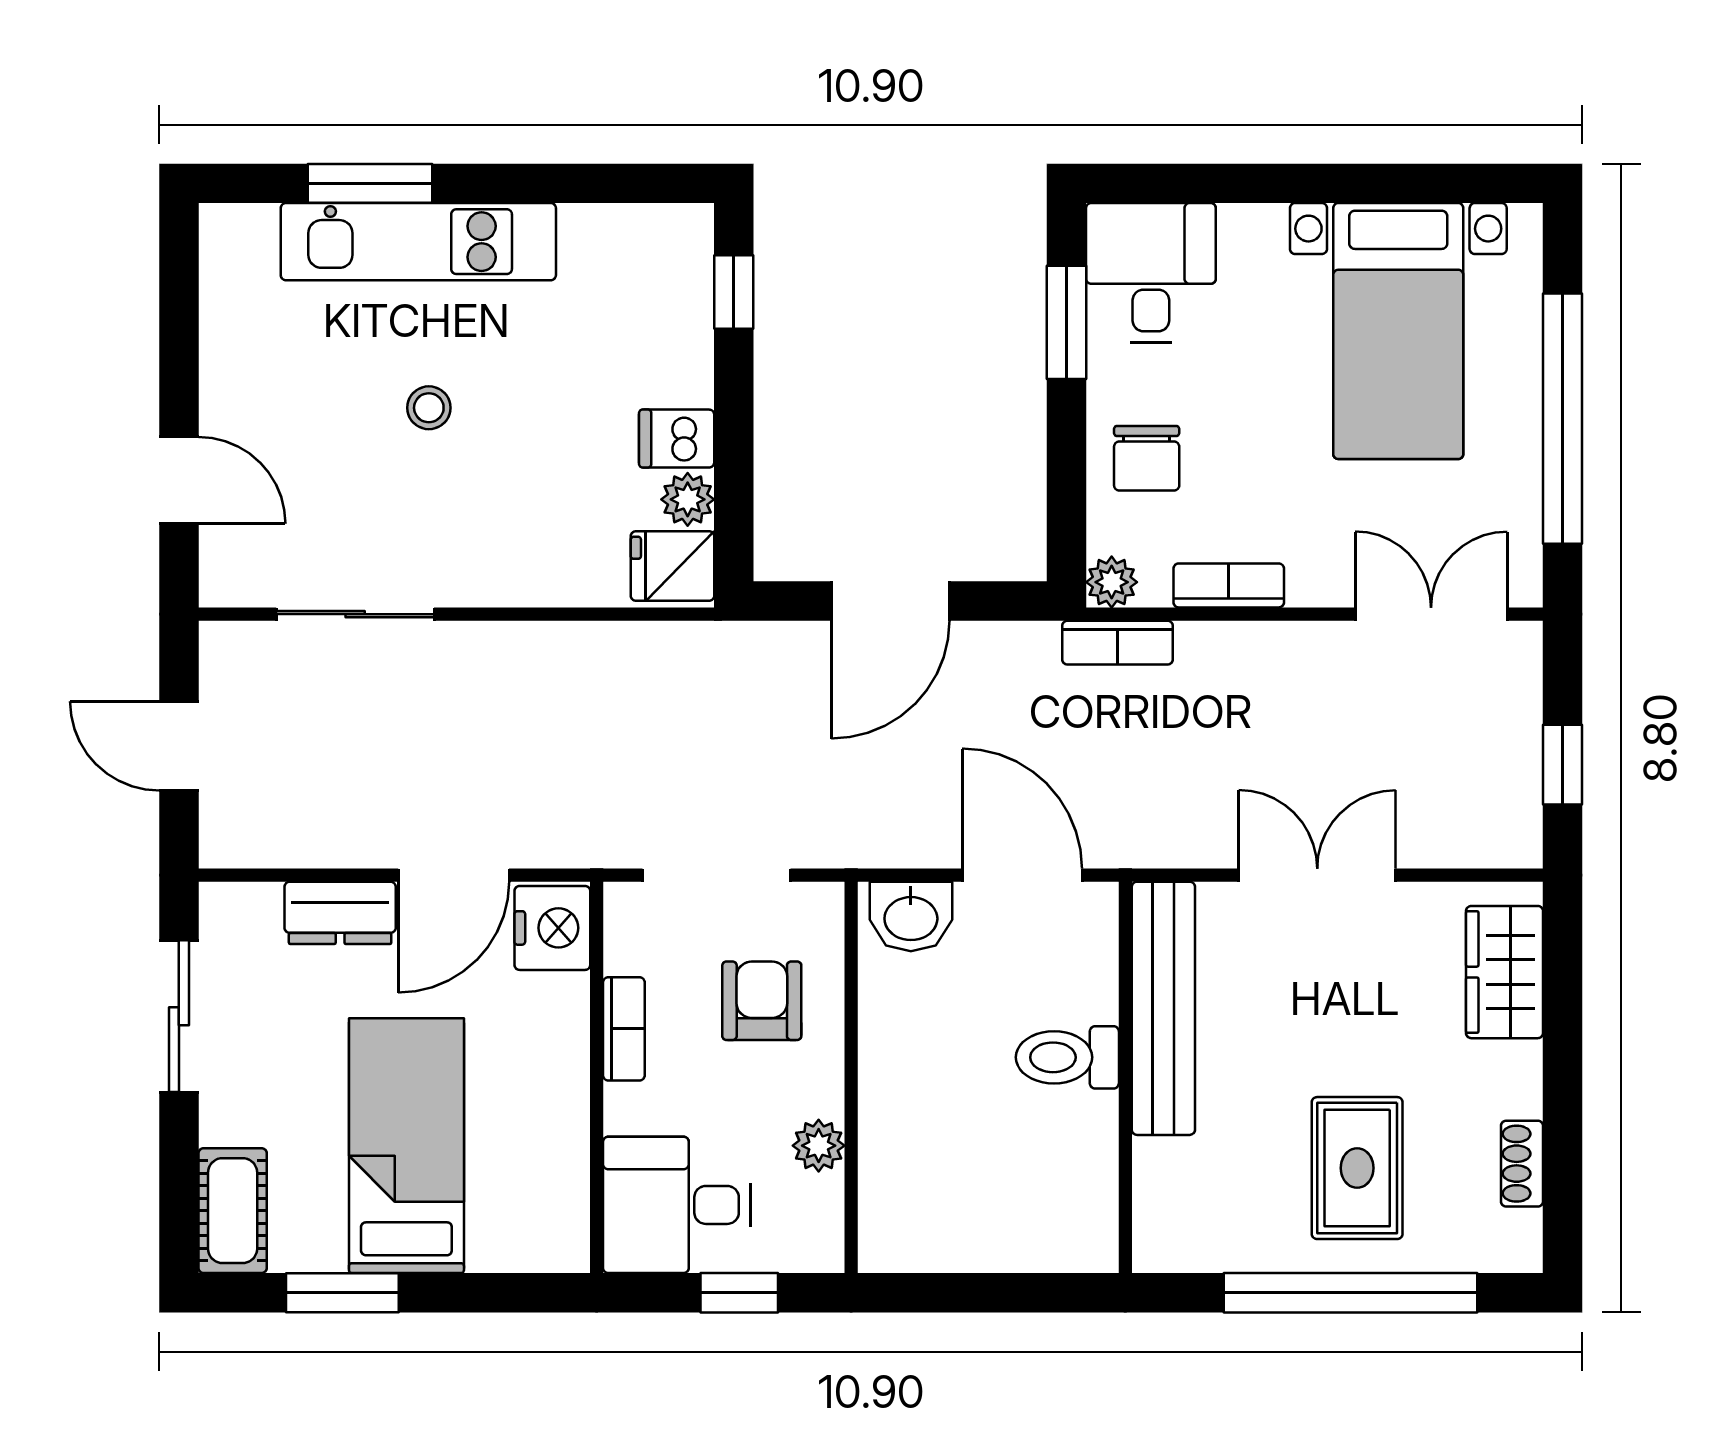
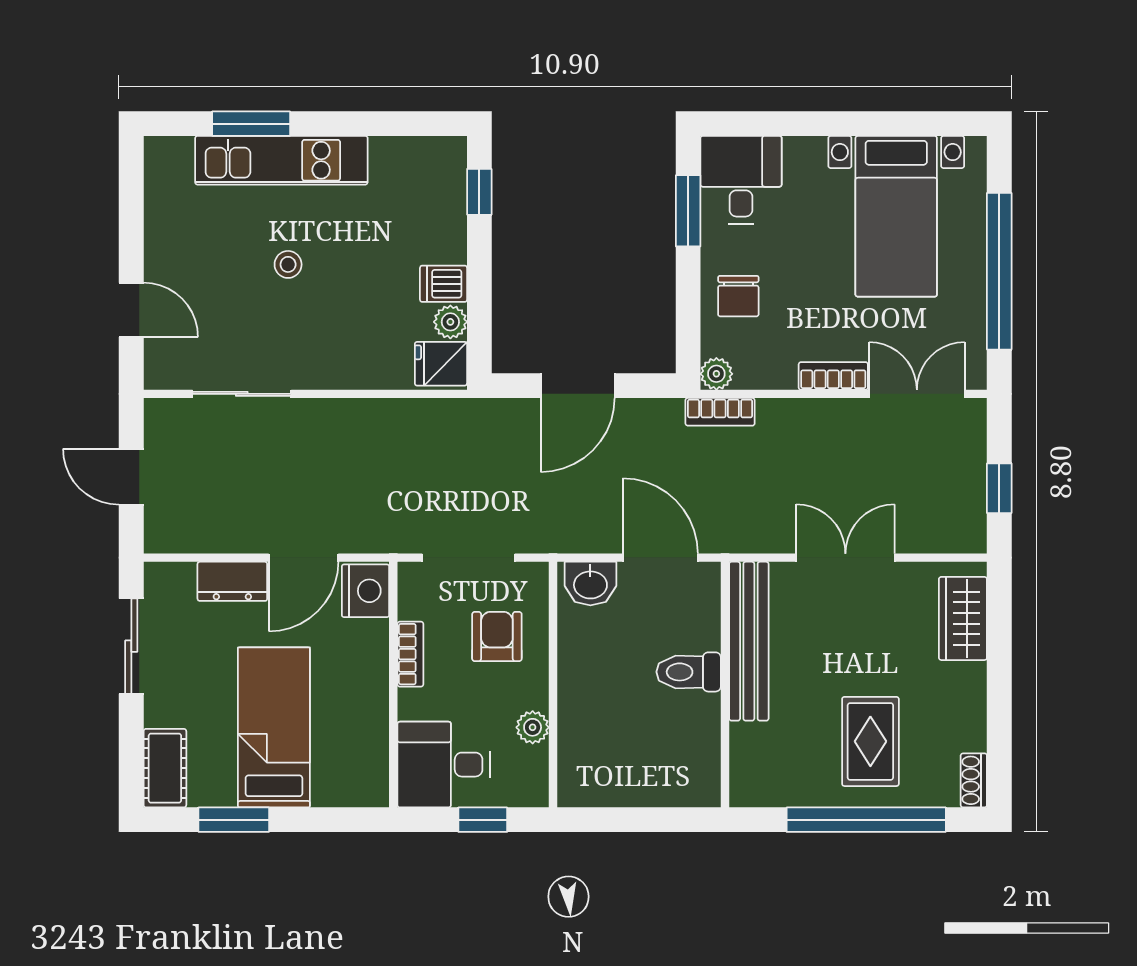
bookcase: (1229, 585) -> (833, 376), moved
shoe rack: (1522, 1164) -> (974, 780), moved

